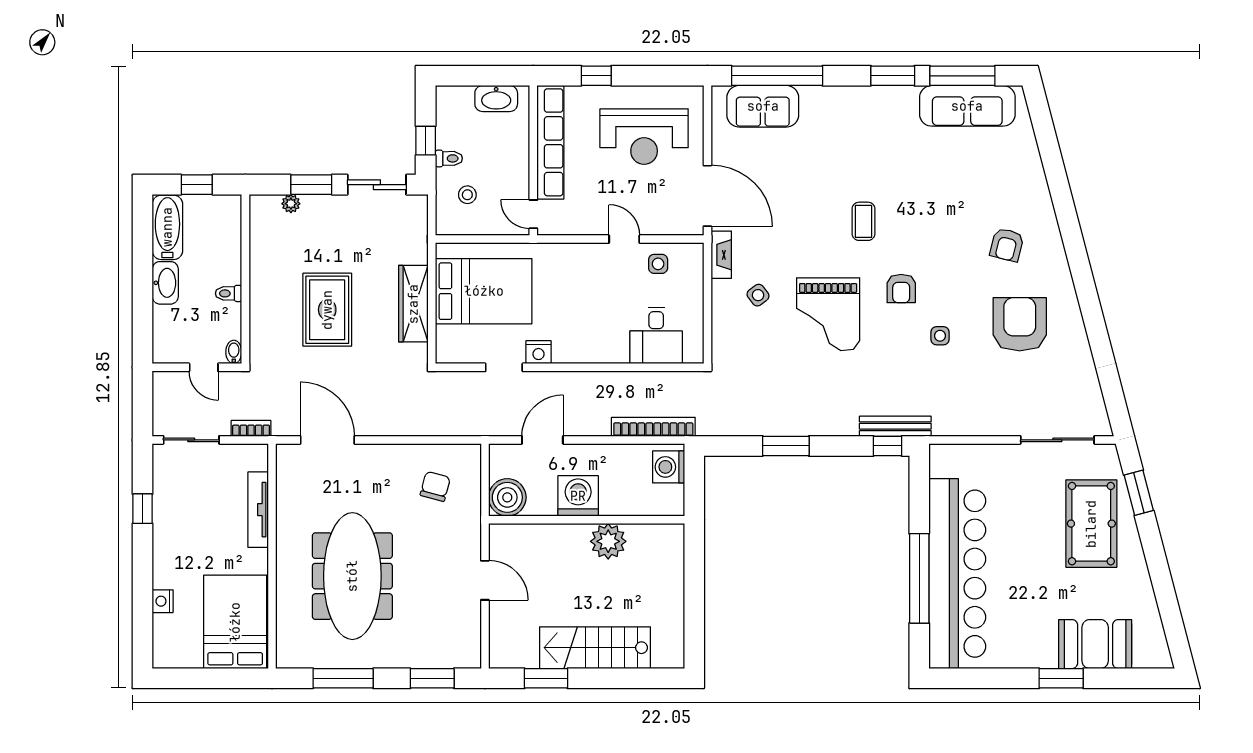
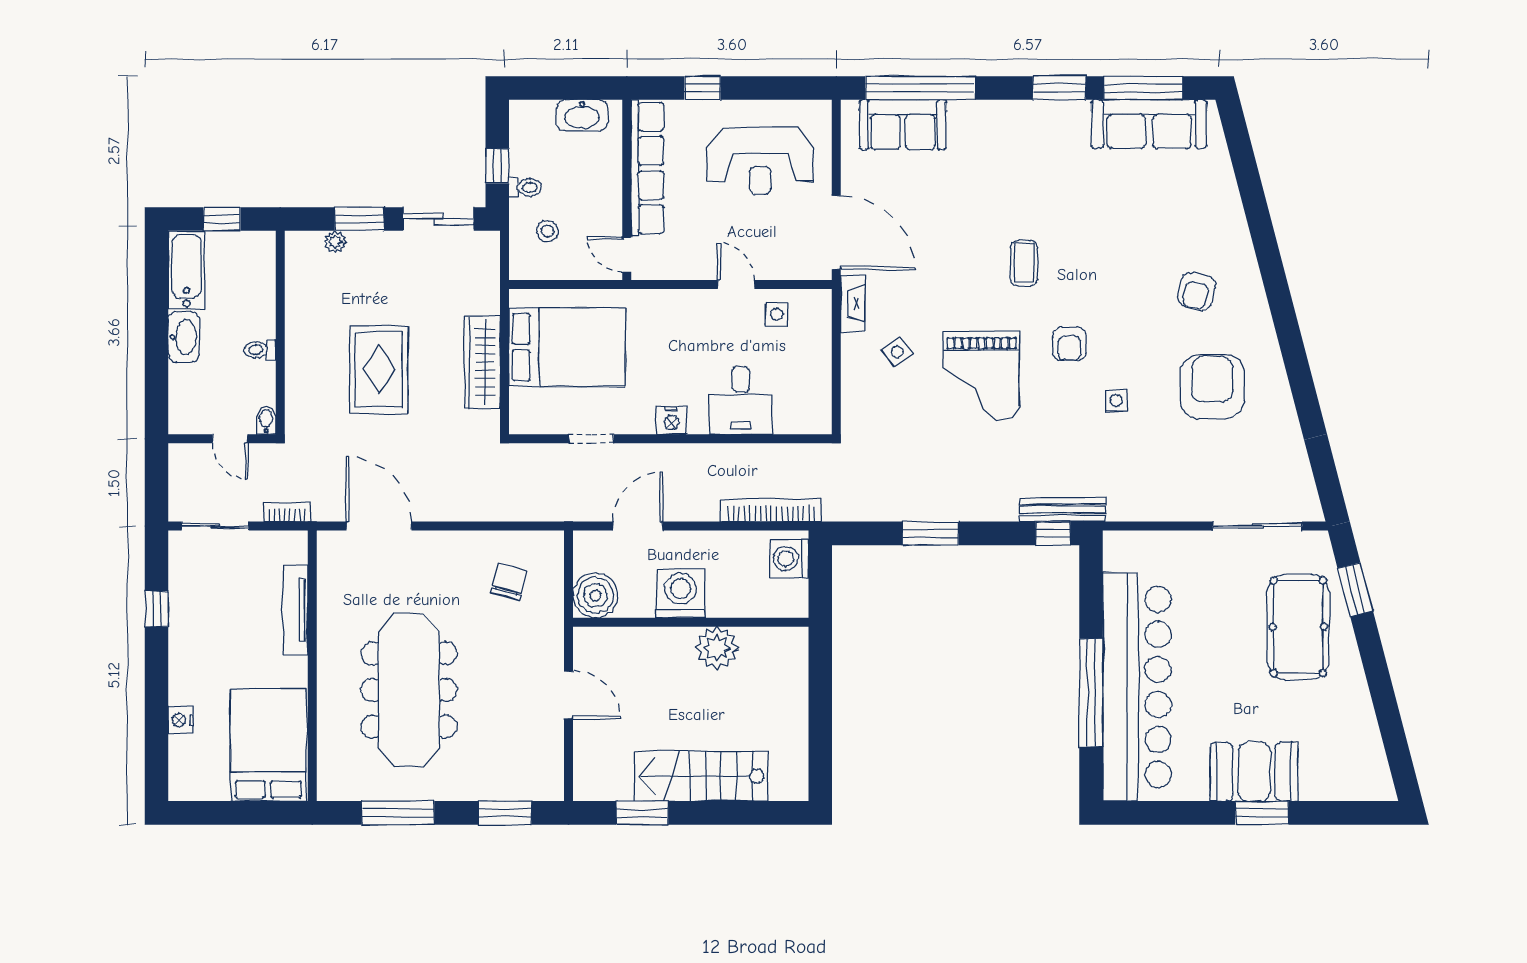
desk: (656, 335) -> (741, 400), moved
nightstand: (538, 352) -> (671, 421), moved
booth: (1095, 644) -> (1254, 772), moved

